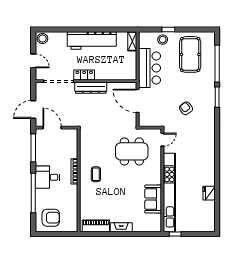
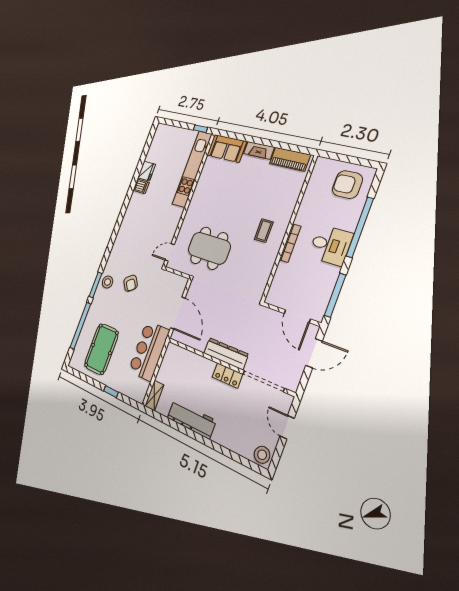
workbench: (92, 40) -> (191, 419), width x0.73, depth x0.76
stool: (163, 40) -> (108, 282), moved
dishwasher: (209, 180) -> (141, 186), added
kitchen unit: (169, 193) -> (192, 169), width x0.73
sofa: (153, 199) -> (227, 148), moved, turned 90

